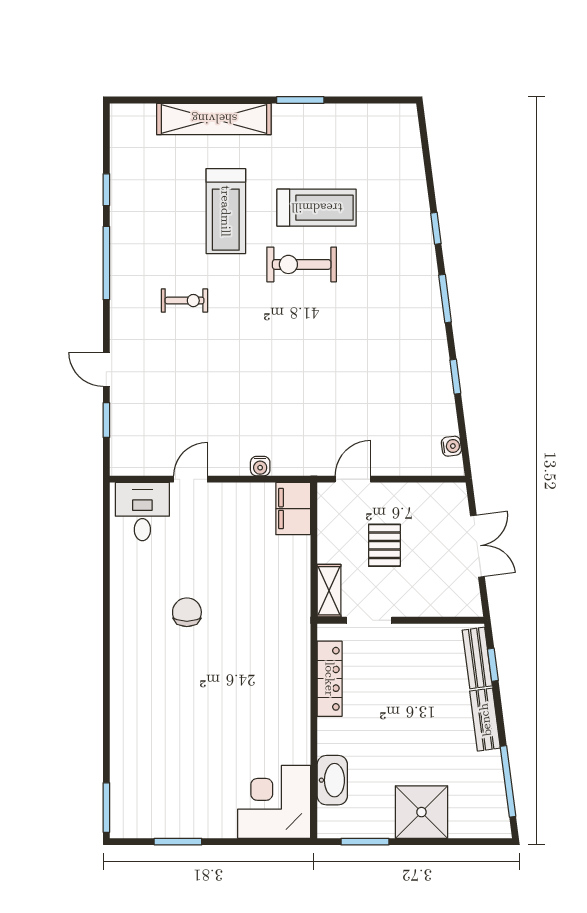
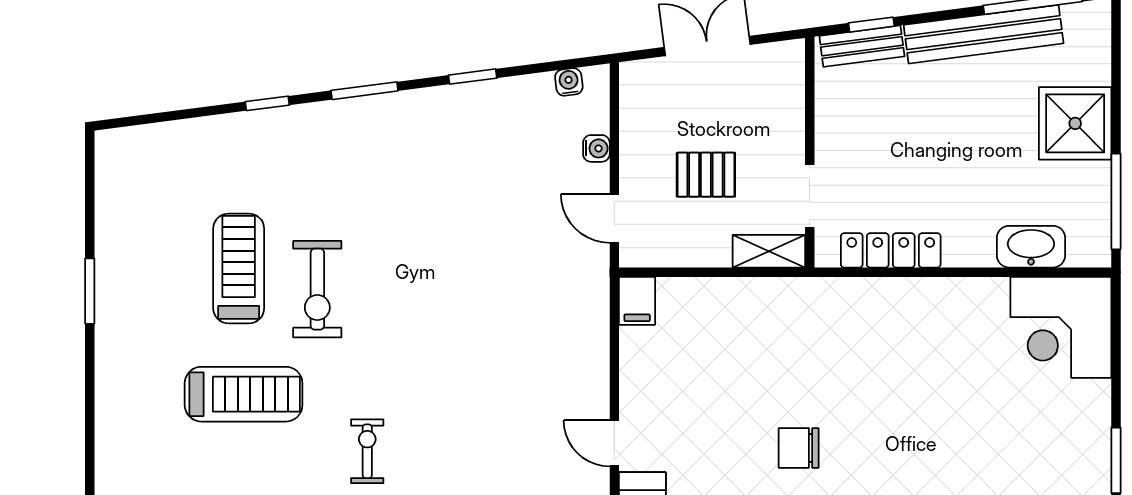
shelving: (214, 119) -> (116, 411), removed
water cooler: (260, 466) -> (596, 148), moved
filing cabinet: (293, 509) -> (637, 301), width x0.50
bench: (485, 720) -> (984, 34), width x1.86, depth x1.21
window: (365, 842) -> (1116, 201), width x1.44

